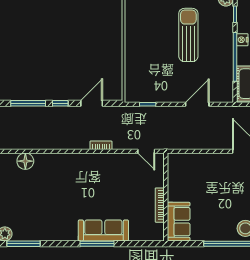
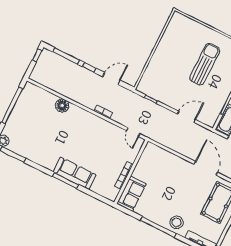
floor lamp: (25, 161) -> (62, 106), moved

